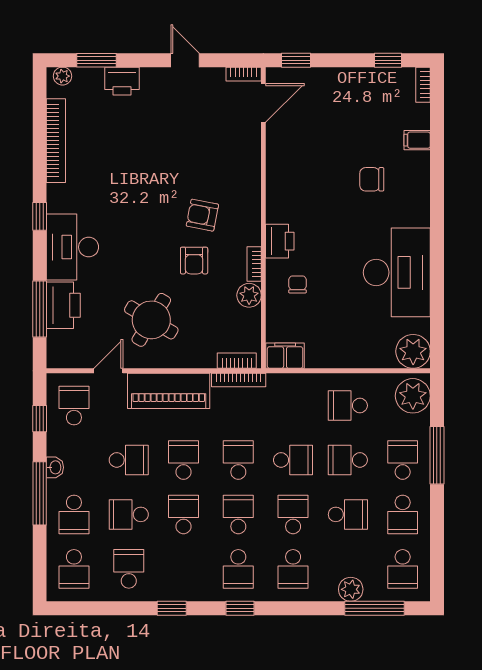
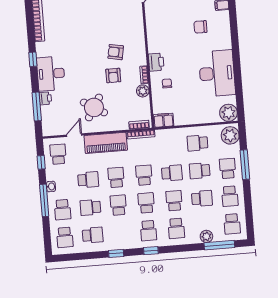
printer: (63, 305) -> (45, 98), width x0.53, depth x0.68
school desk: (129, 569) -> (93, 235), turned 90

